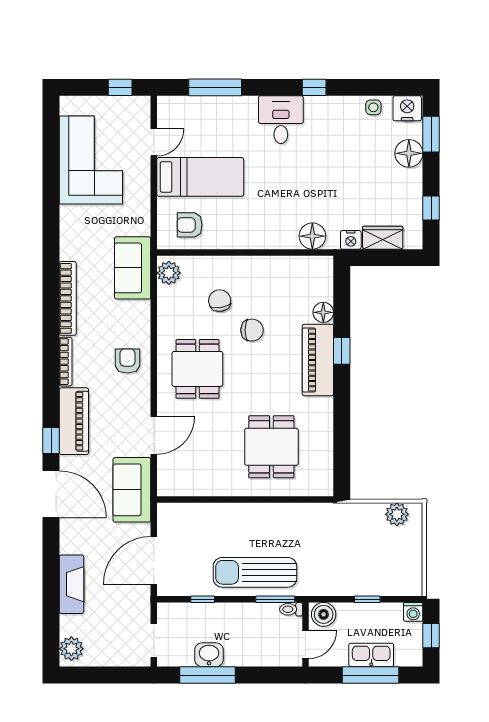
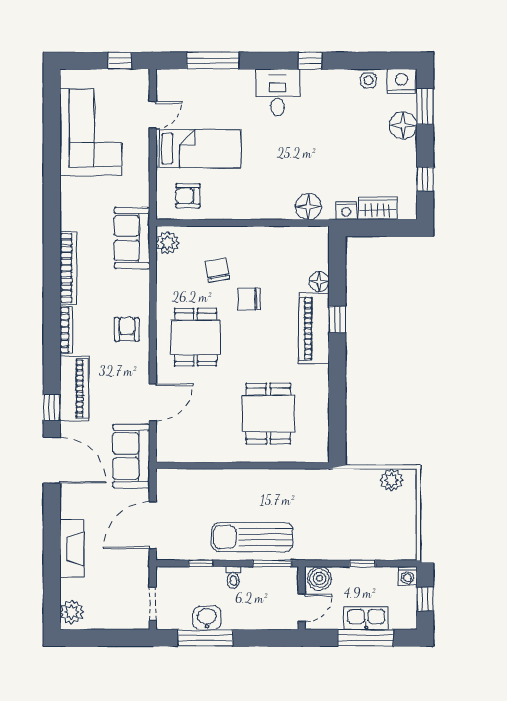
chair: (252, 330) -> (249, 299), turned 180
toilet: (291, 609) -> (233, 578), moved, turned -90

